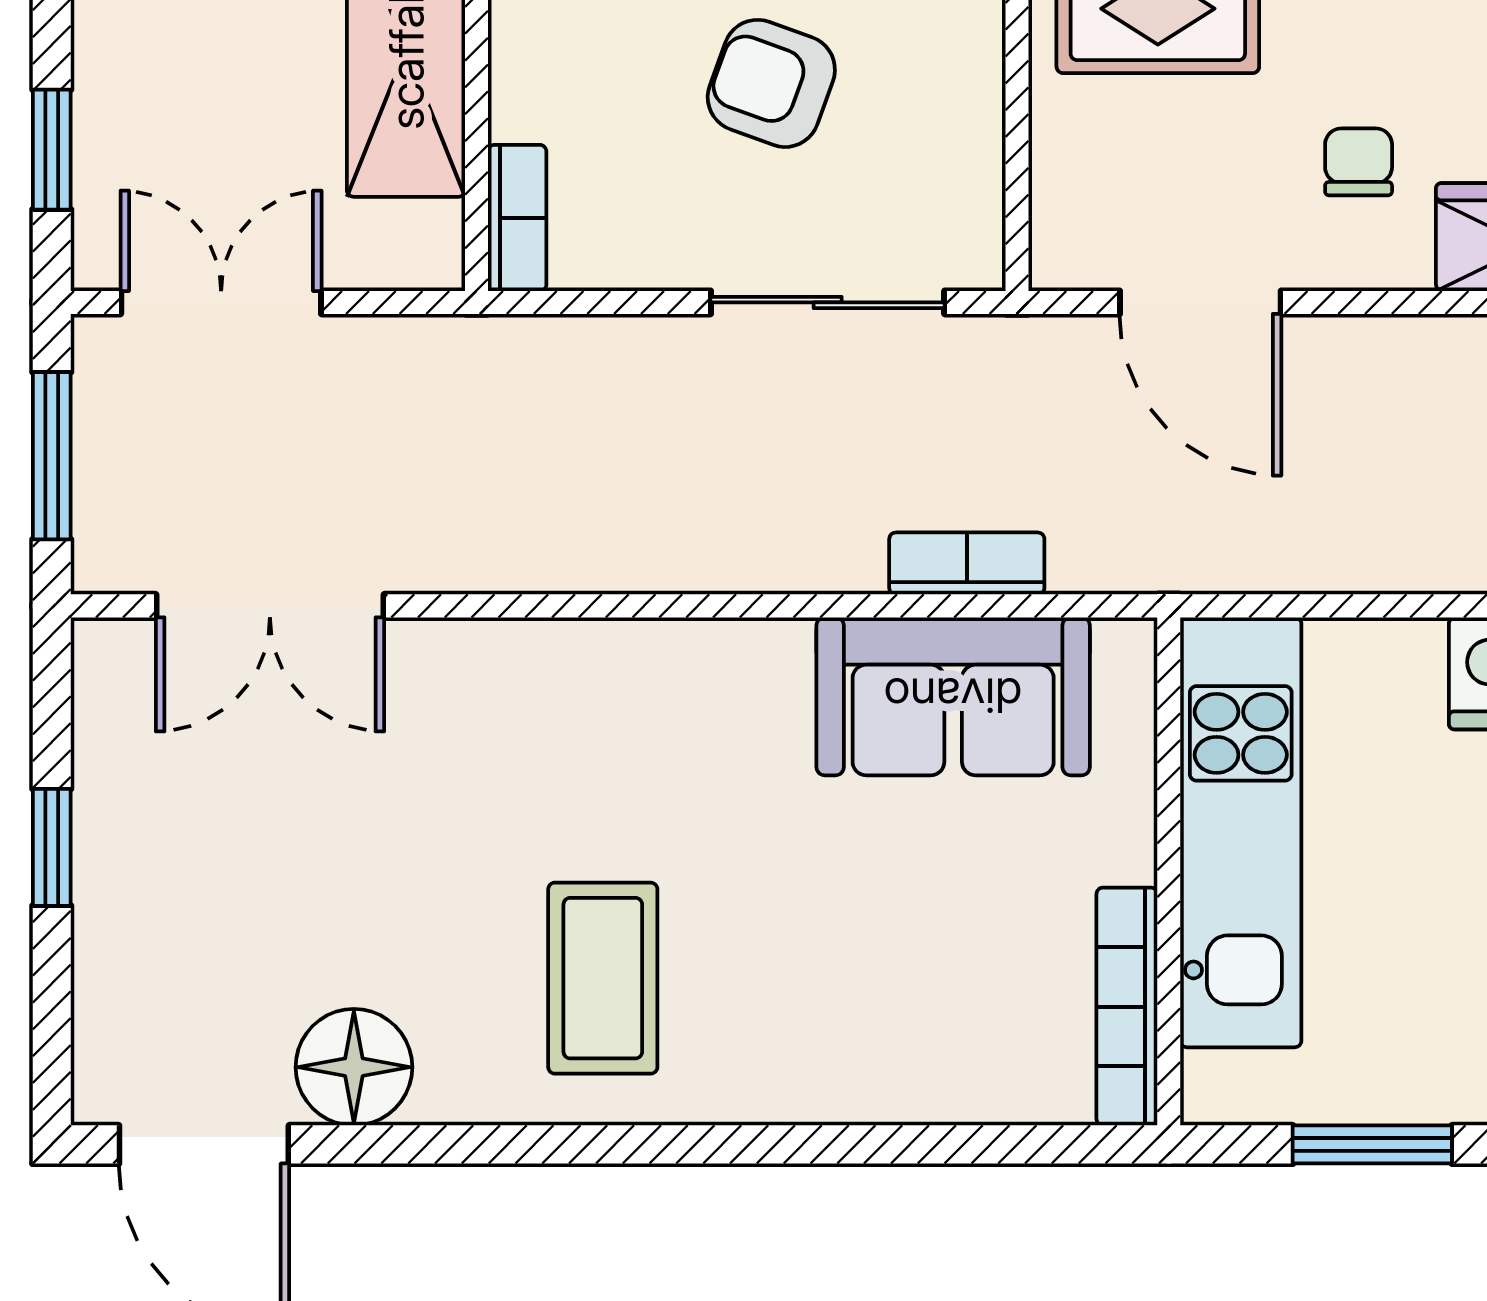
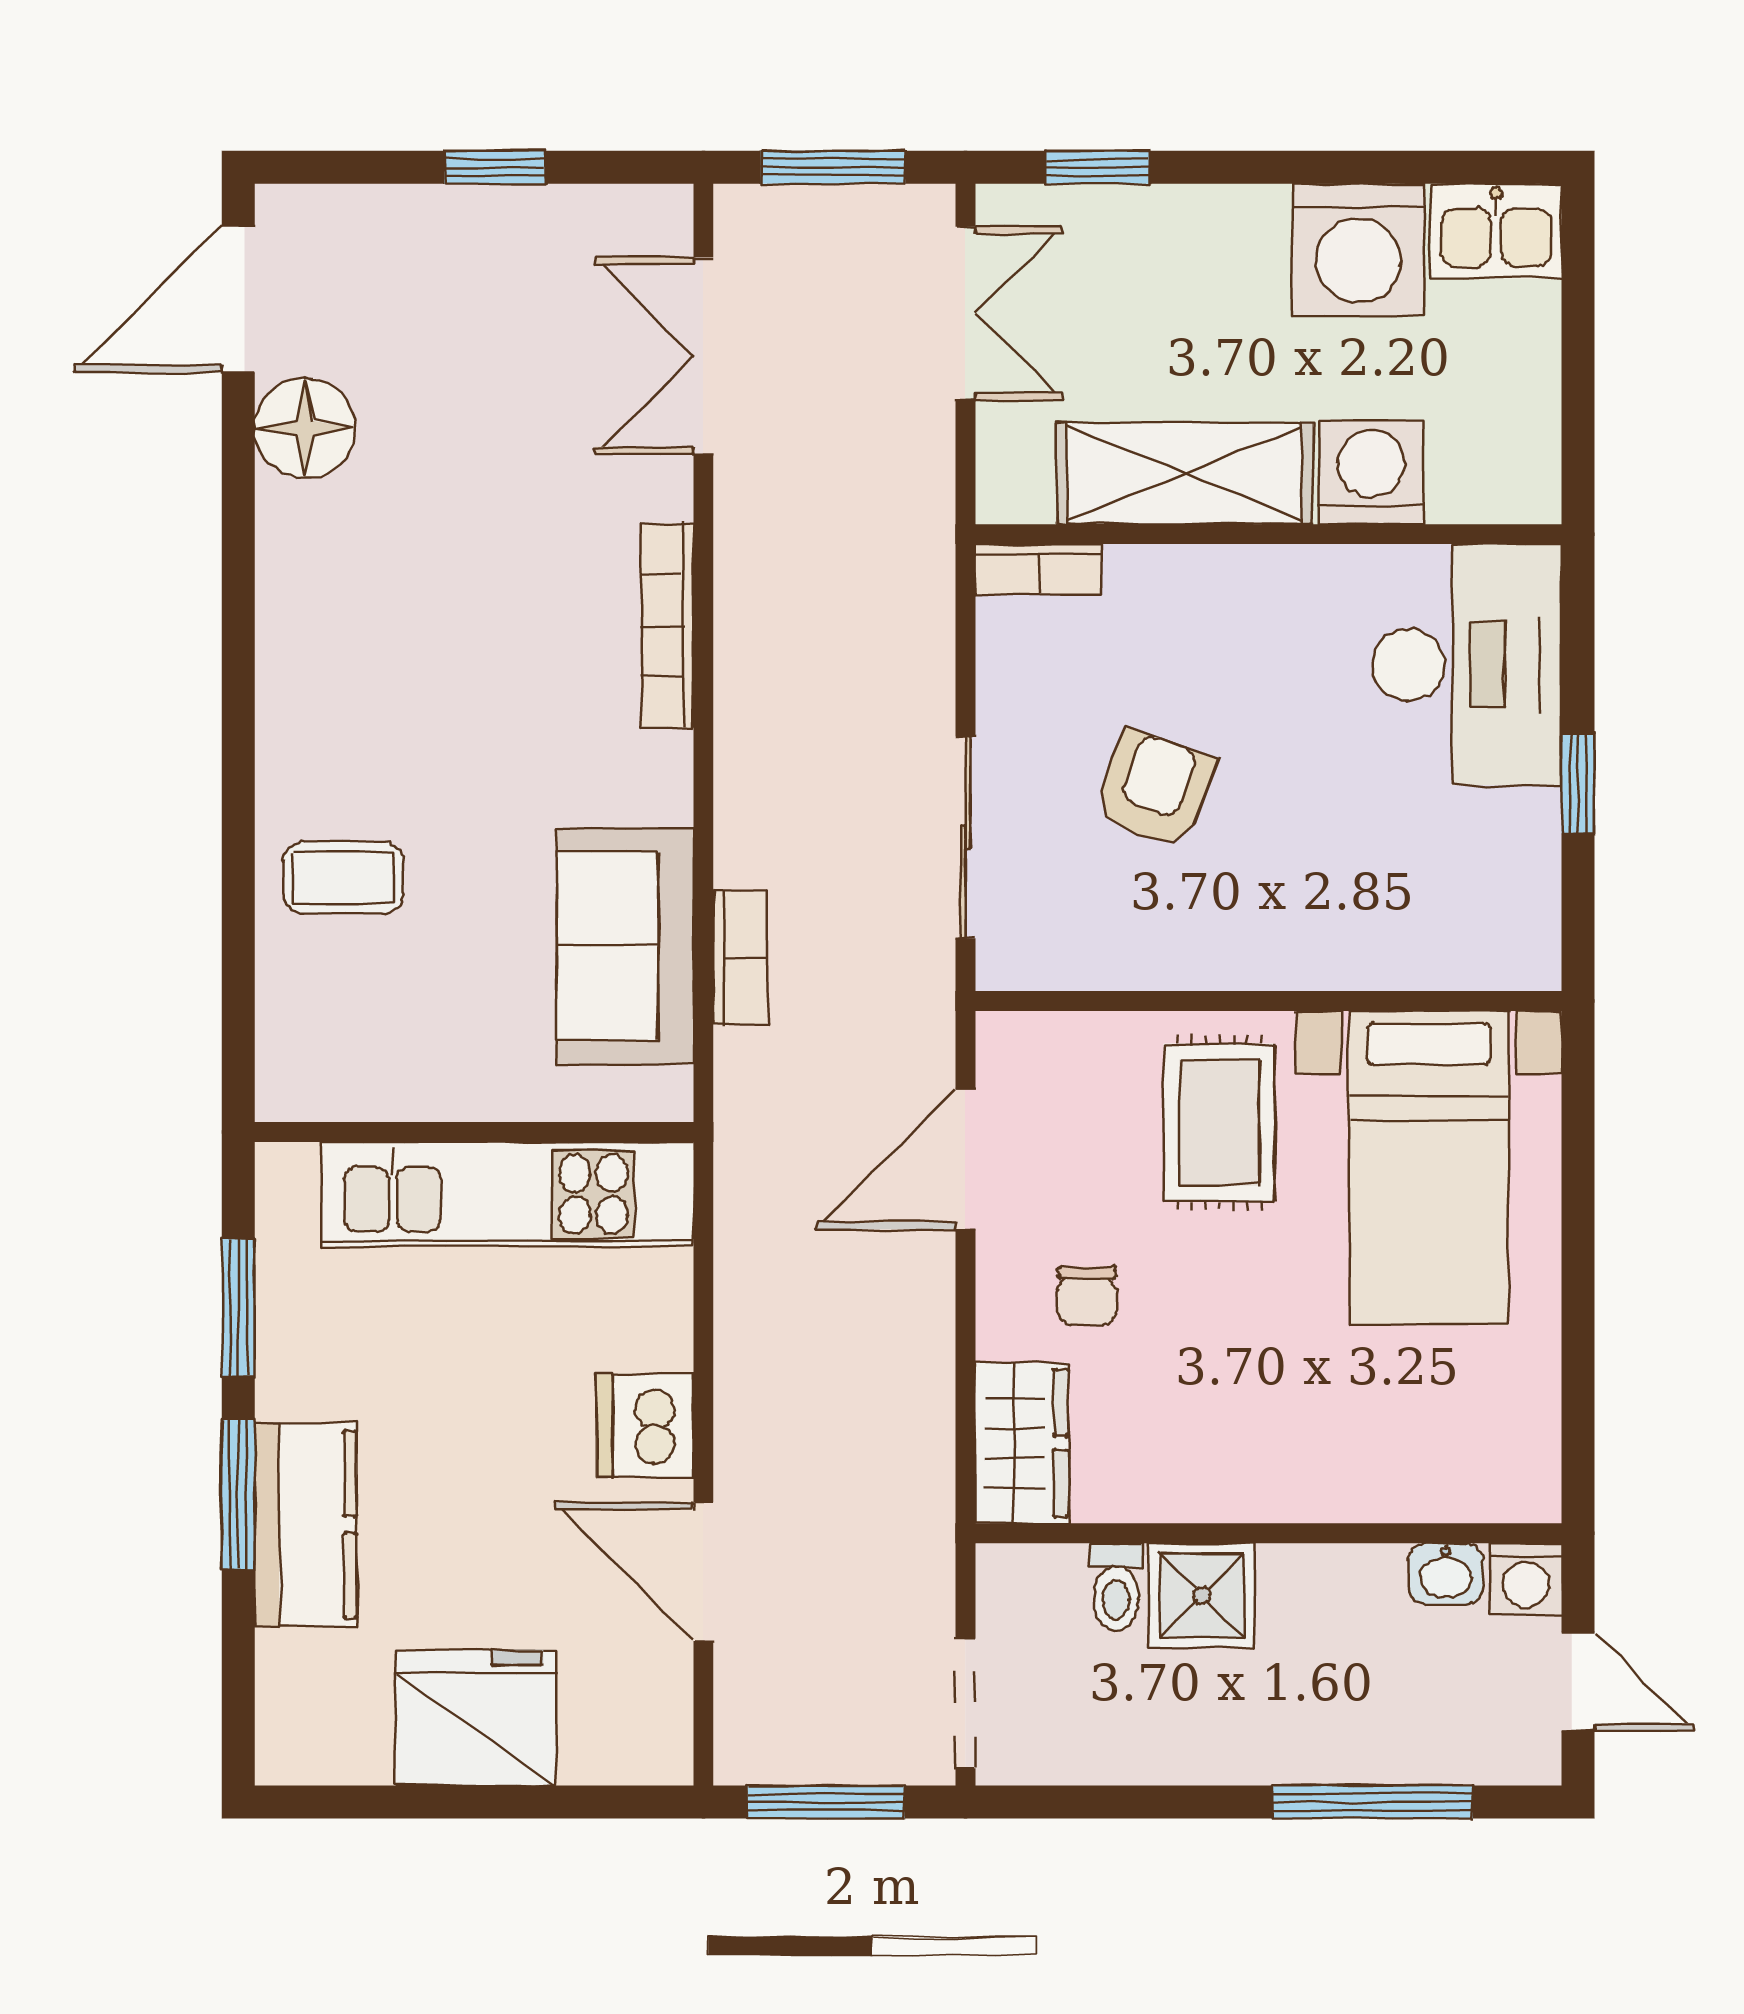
chair: (1359, 162) -> (1087, 1296), turned 90
coffee table: (603, 978) -> (343, 878), moved, width x0.73, depth x0.77
bookcase: (1127, 1007) -> (667, 626), moved, turned -90

